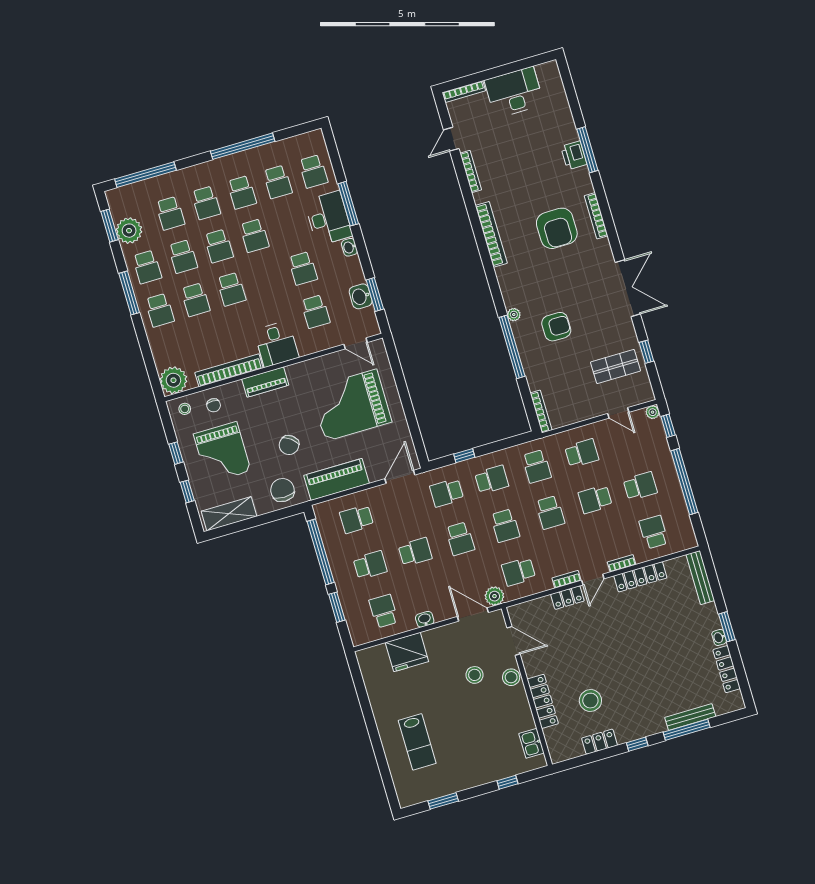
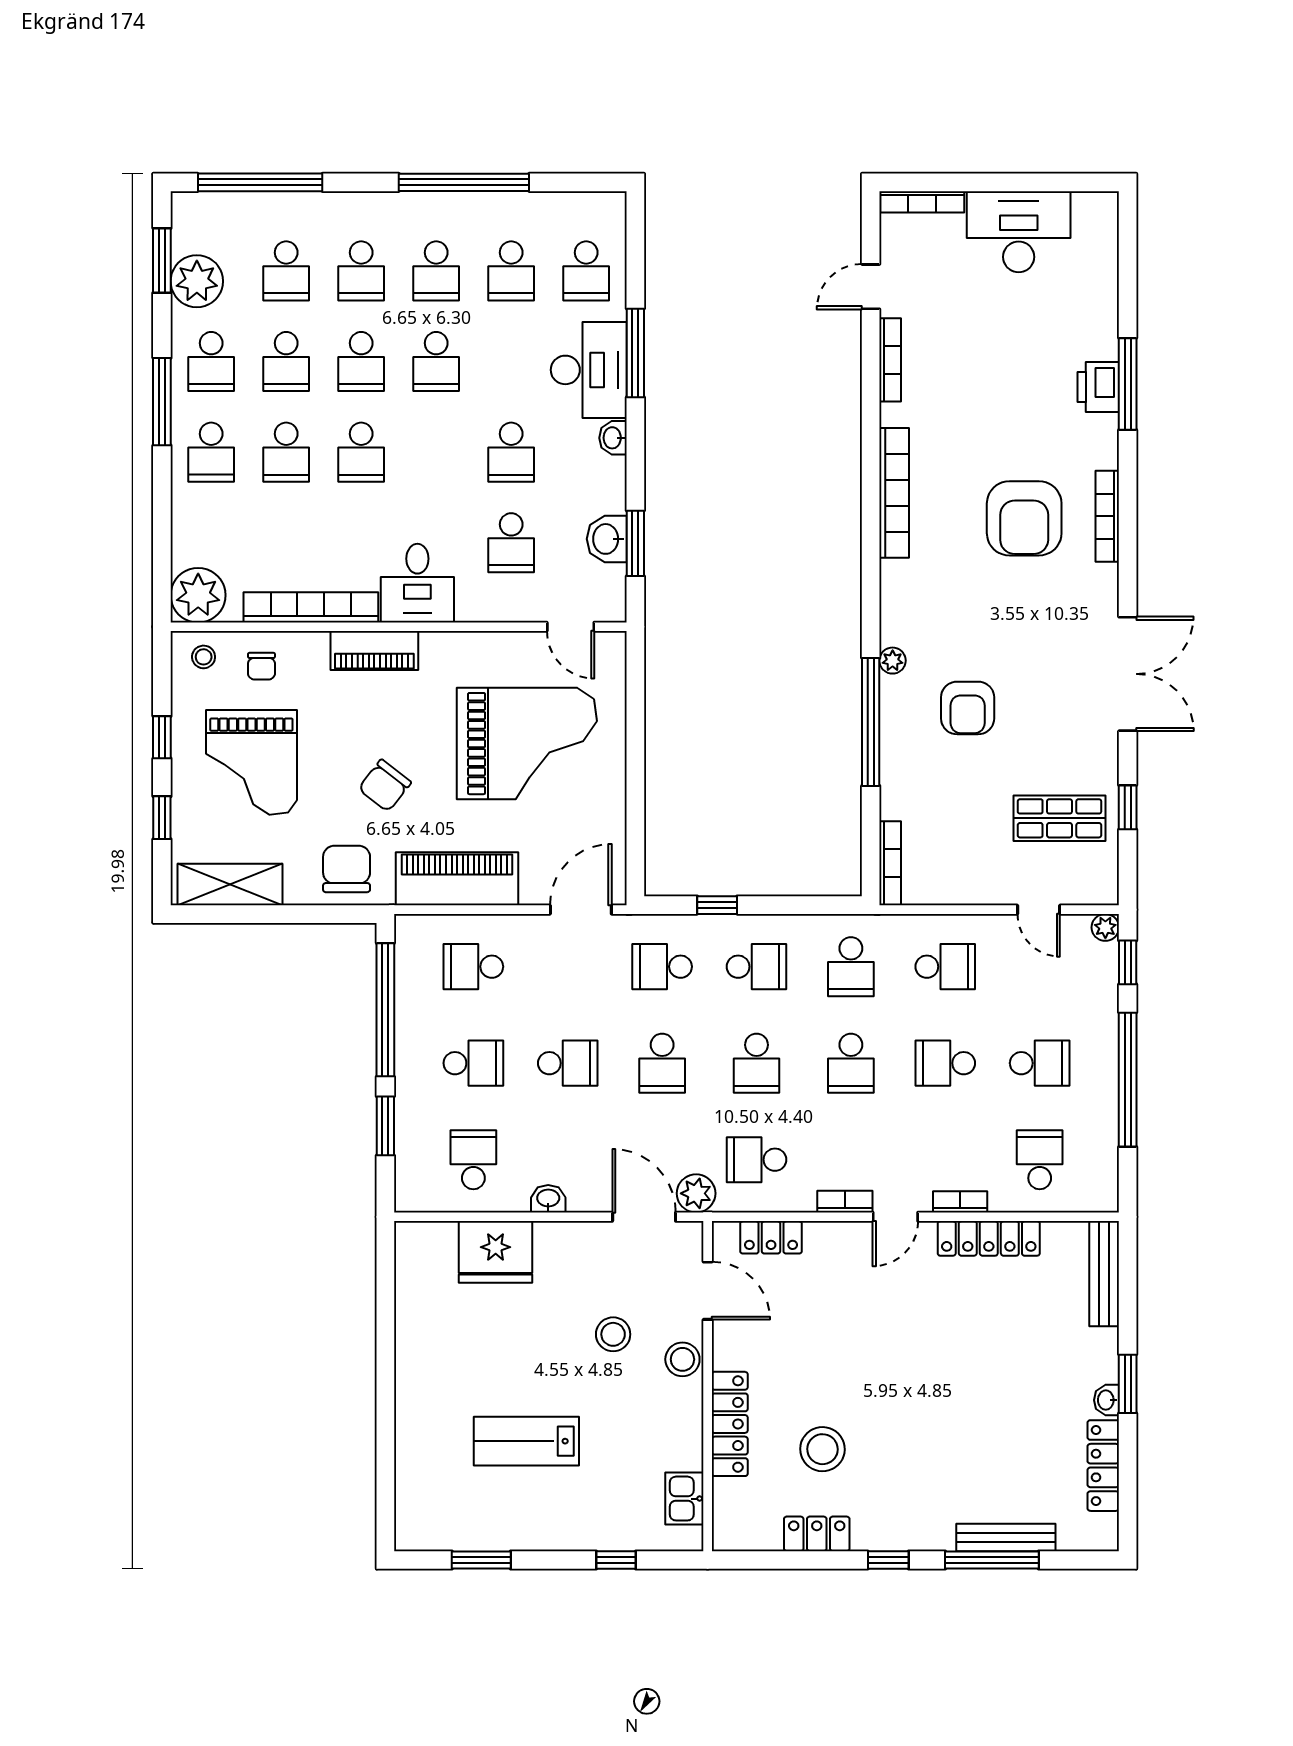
armchair: (556, 327) -> (968, 708), turned 90
grand piano: (351, 405) -> (527, 744), turned 180
locker: (567, 598) -> (771, 1237), moved
lab bench: (417, 742) -> (526, 1441), moved, turned 90

